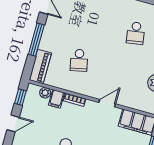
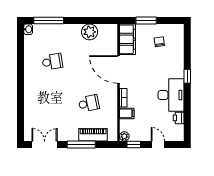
piano: (40, 66) -> (93, 135), moved
plant: (45, 93) -> (124, 136), moved
door: (107, 103) -> (118, 69), width x1.88

